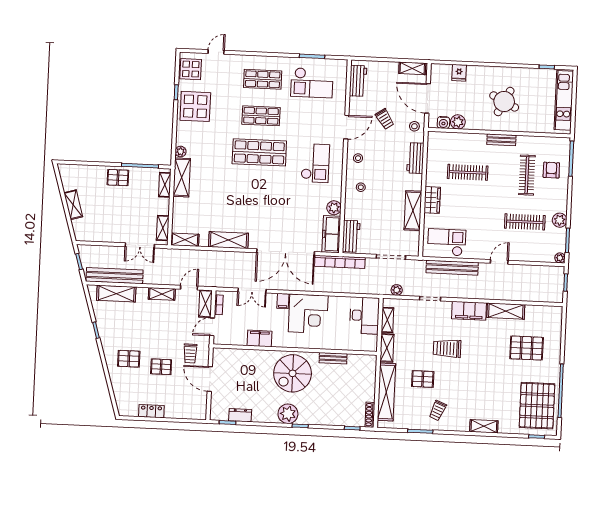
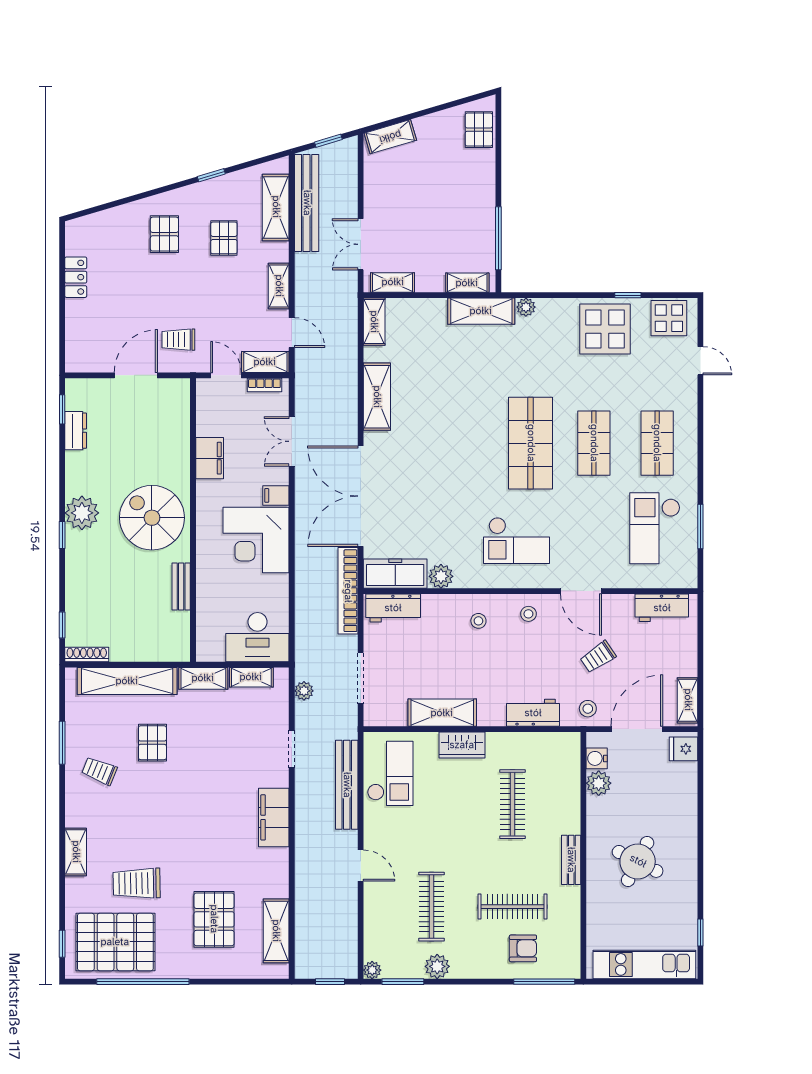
fridge: (459, 73) -> (684, 749), moved
pallet: (118, 178) -> (479, 130), moved
shelving: (73, 205) -> (390, 137), moved
shelving: (506, 311) -> (276, 931), moved
trolley: (447, 348) -> (137, 883), moved, turned -91
pallet: (161, 367) -> (224, 238), moved

